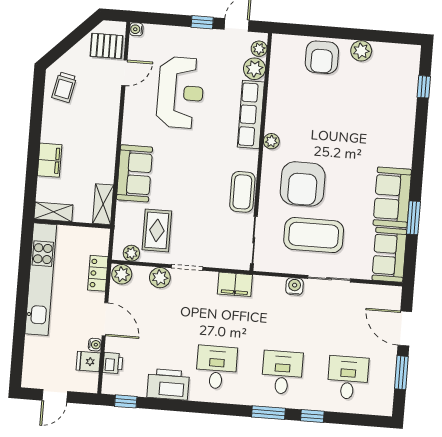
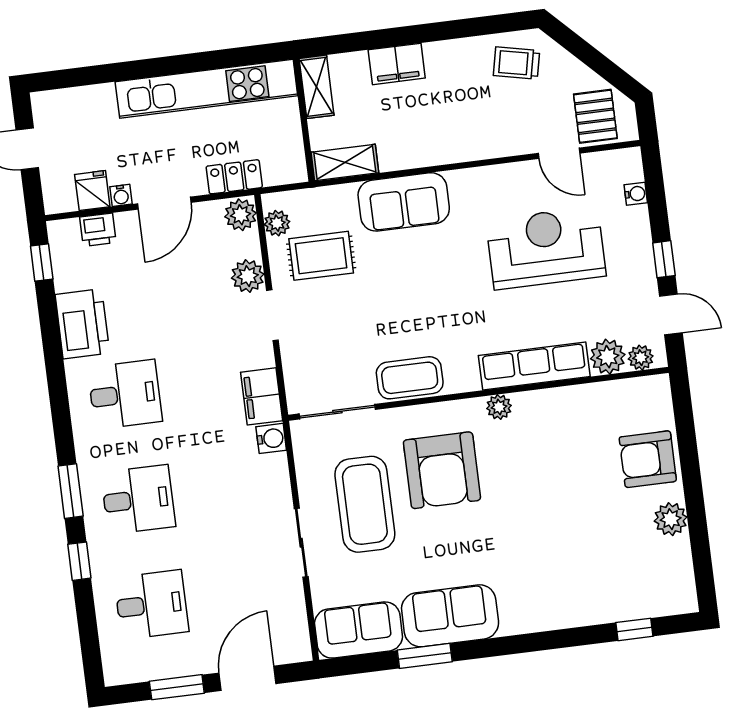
water cooler: (136, 29) -> (636, 194), moved, turned 90
reception desk: (180, 93) -> (546, 248), turned 180
armchair: (303, 184) -> (442, 470), turned -90
water cooler: (294, 286) -> (271, 438), moved

